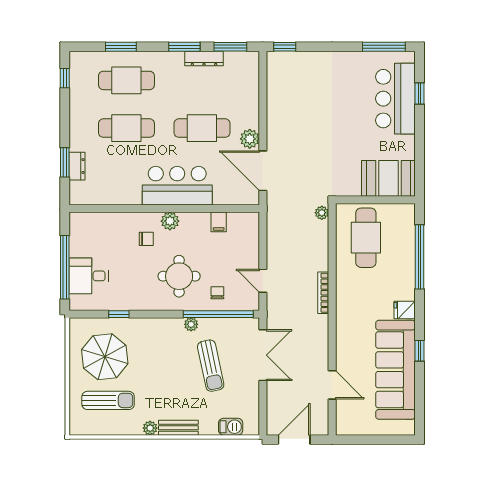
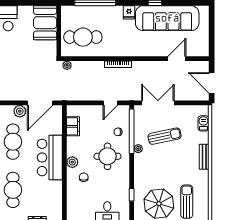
filing cabinet: (219, 222) -> (73, 126), width x2.00
plant: (150, 428) -> (204, 175), removed

